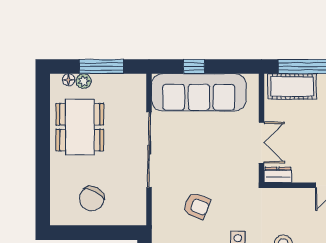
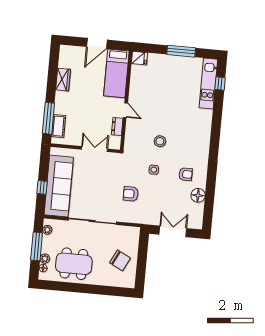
plant: (129, 81) -> (47, 230), added
cot: (292, 86) -> (58, 126), width x0.73, depth x0.75
dresser: (278, 175) -> (117, 127), moved
armchair: (197, 206) -> (131, 194), turned -112

